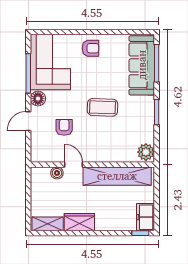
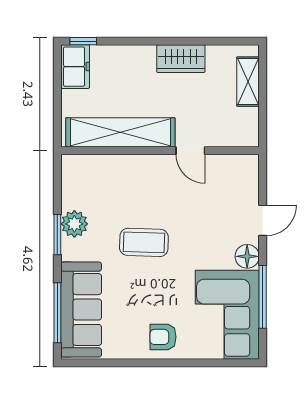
armchair: (64, 127) -> (205, 210), removed
plant: (146, 152) -> (74, 224), moved
boiler: (57, 173) -> (217, 137), removed
shelving: (48, 224) -> (248, 82), moved, turned 90

